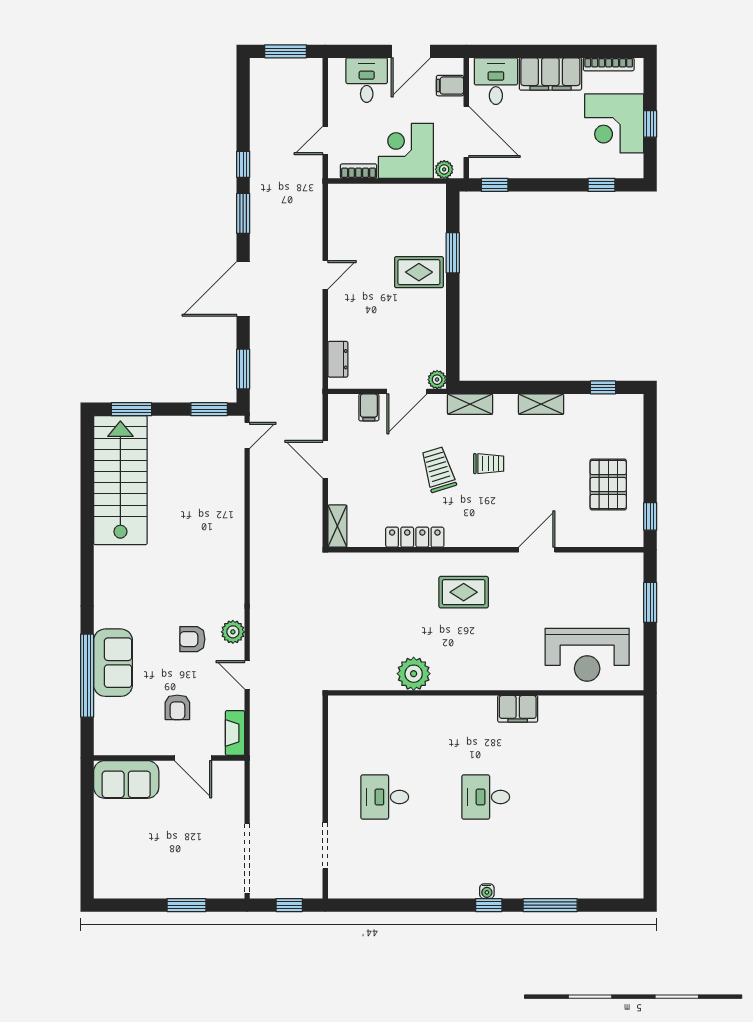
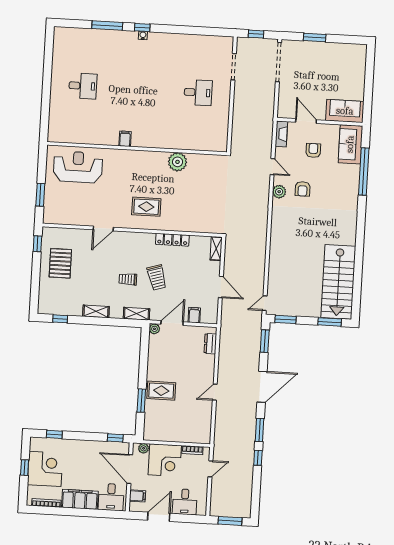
armchair: (192, 639) -> (303, 189), turned 90
sofa: (113, 663) -> (350, 144), moved
filing cabinet: (518, 709) -> (125, 139), width x0.50
desk: (486, 797) -> (83, 86), moved

